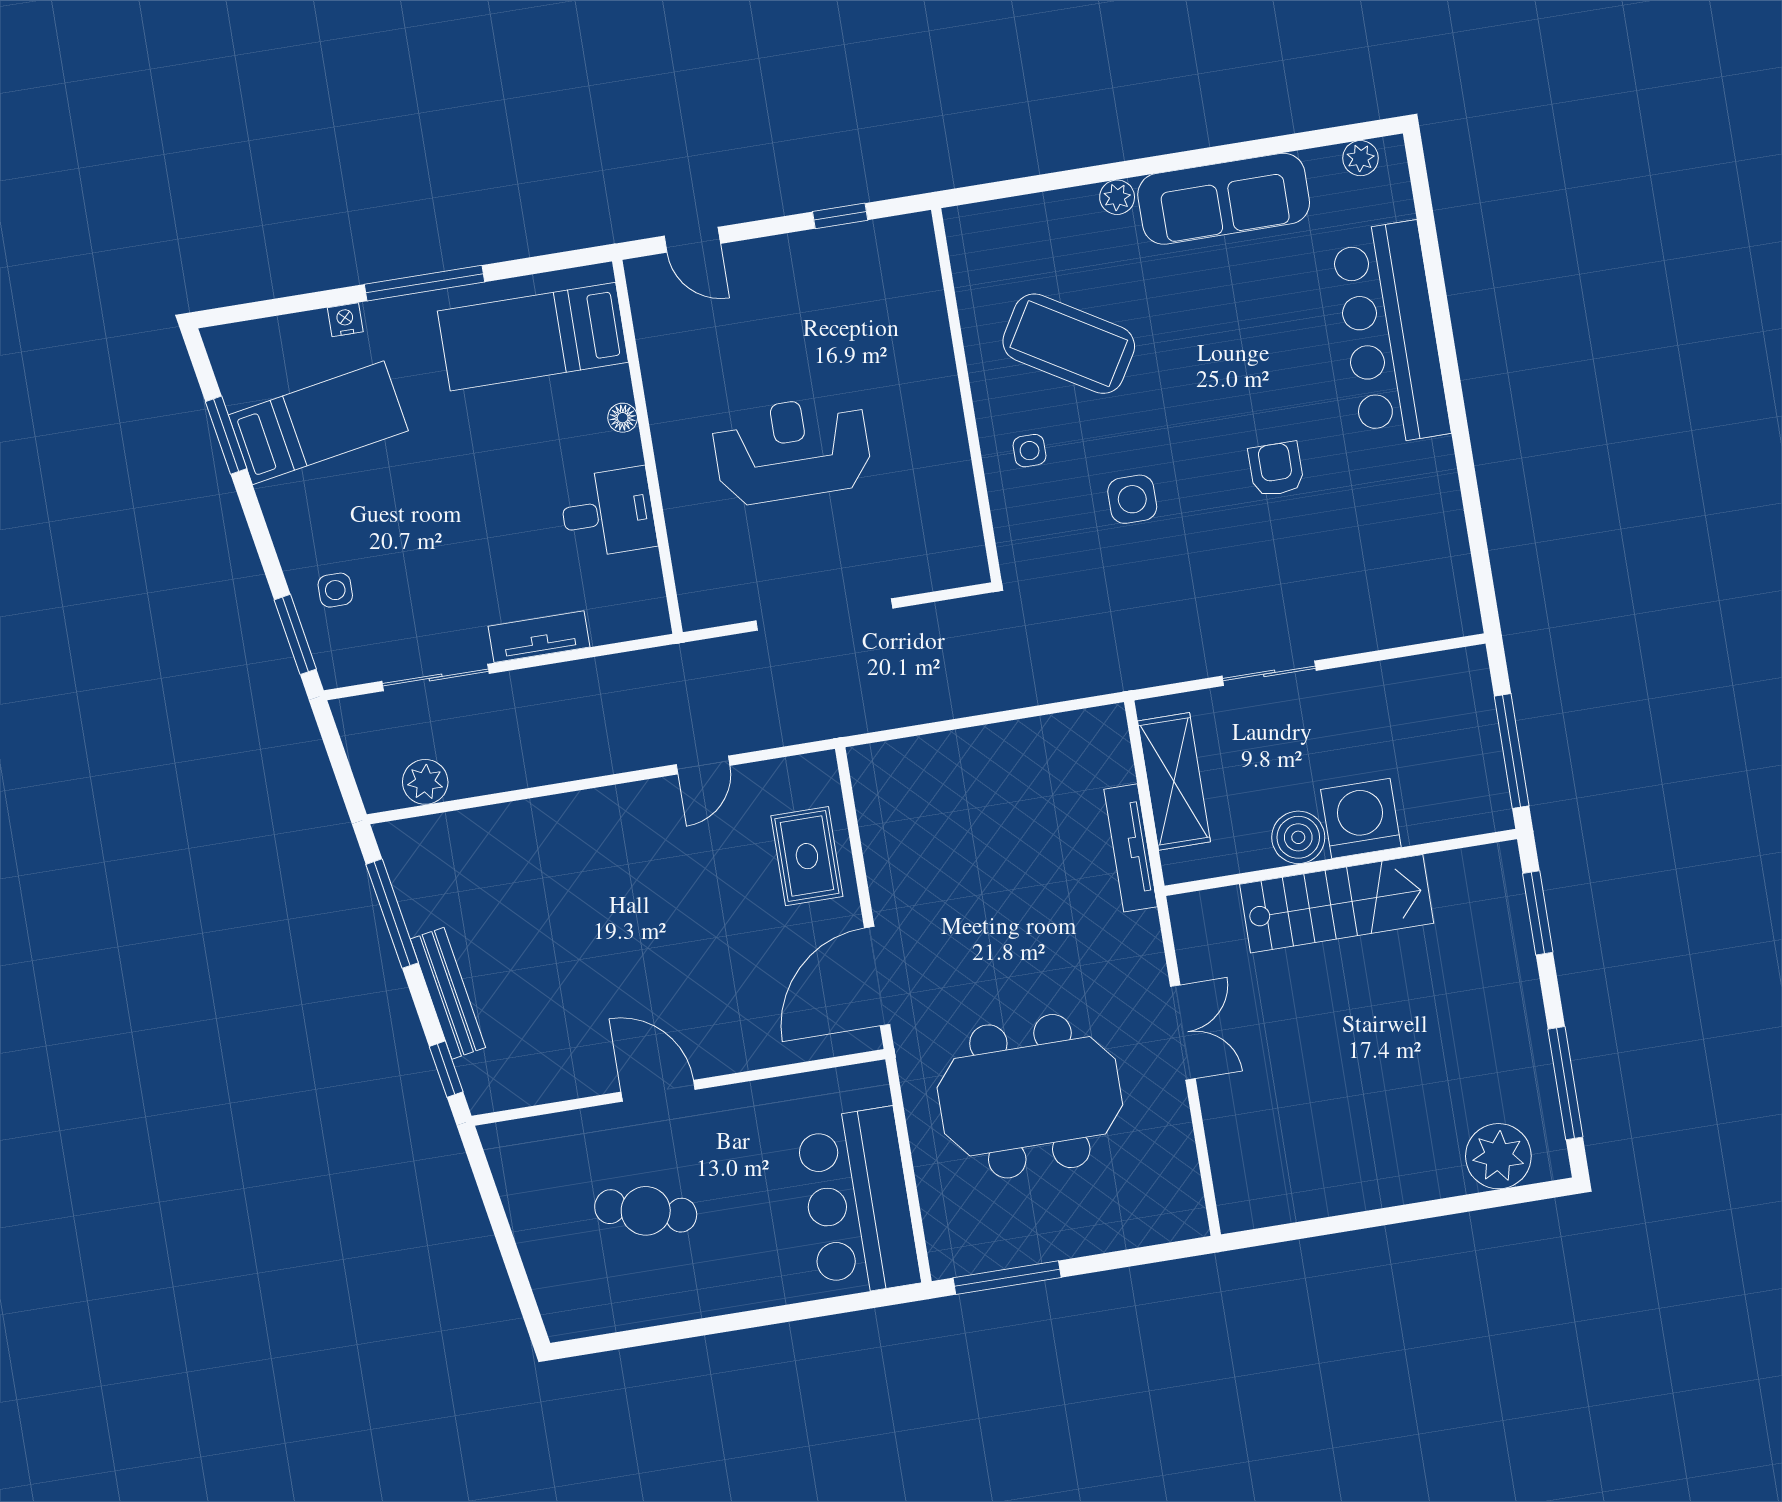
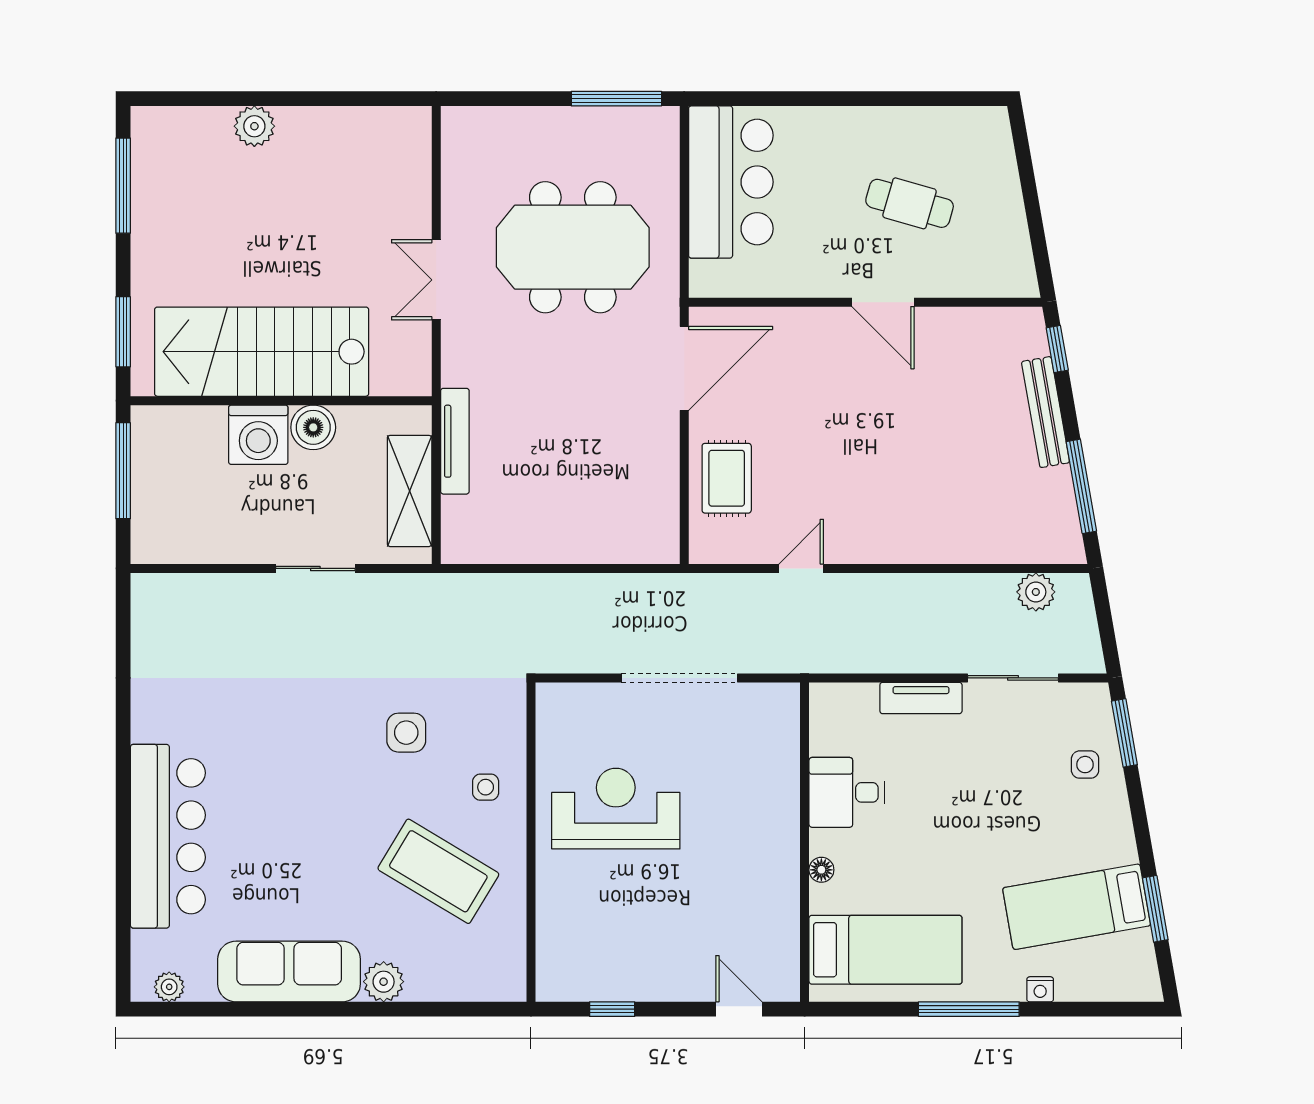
plant: (1117, 197) -> (384, 982), width x1.38, depth x1.38
reception desk: (792, 450) -> (616, 809), moved, turned 180
armchair: (1276, 469) -> (282, 738), removed
stairs: (1337, 904) -> (262, 352), width x1.36, depth x1.51
plant: (1498, 1156) -> (254, 126), moved, width x0.73, depth x0.73

